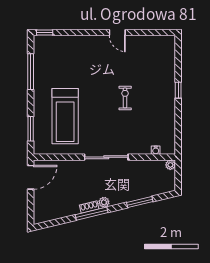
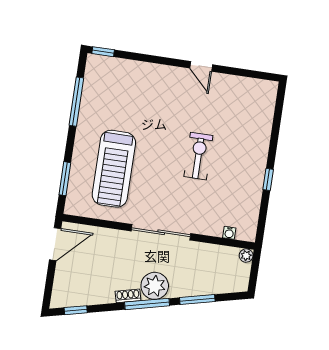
window: (178, 90) -> (268, 179), moved
exercise bike: (125, 98) -> (198, 156), width x1.38, depth x1.39
plant: (104, 202) -> (155, 286), width x1.88, depth x1.88
window: (92, 214) -> (147, 304), moved
window: (53, 223) -> (76, 310), added

